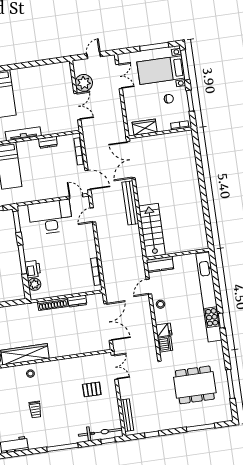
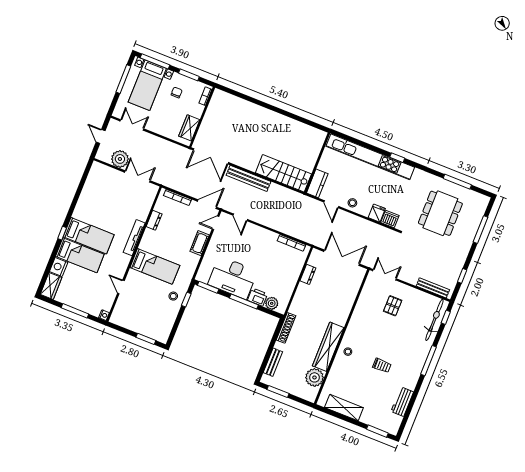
cot: (51, 193) -> (200, 243), added
desk: (50, 217) -> (233, 278), moved, turned -90
shoe rack: (53, 304) -> (286, 328), moved

